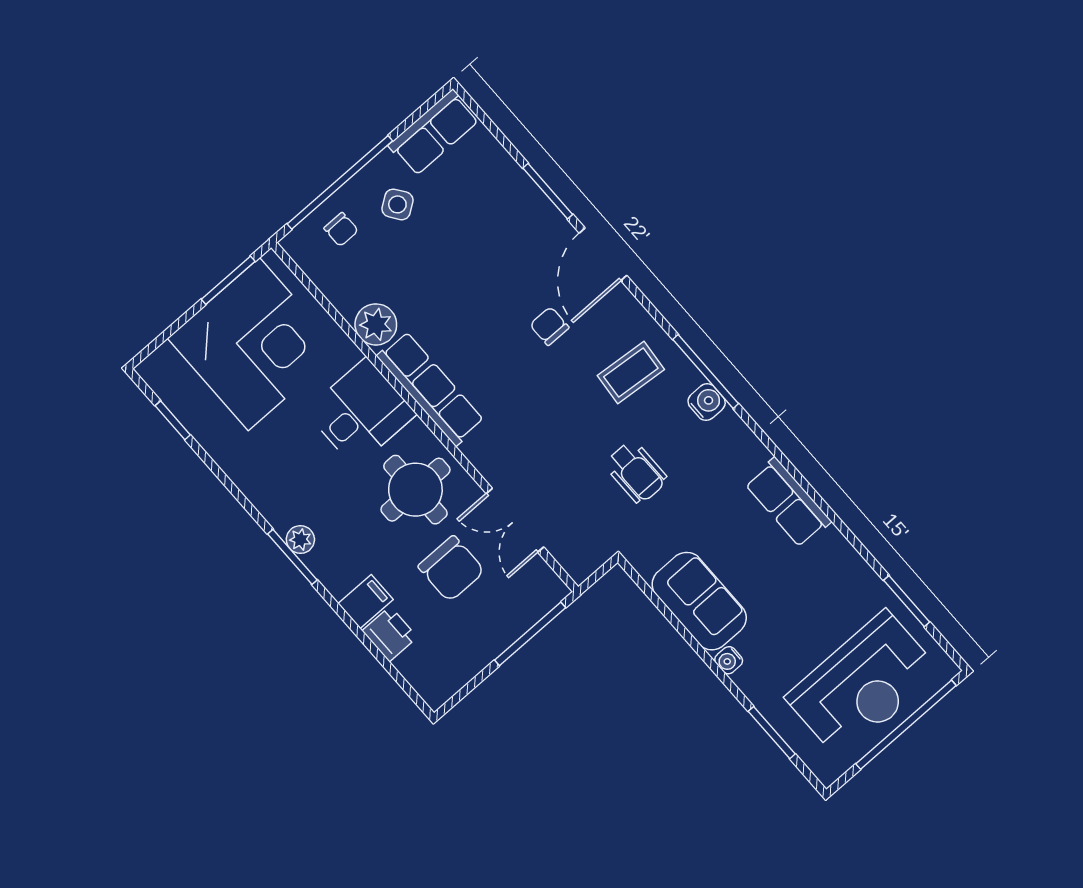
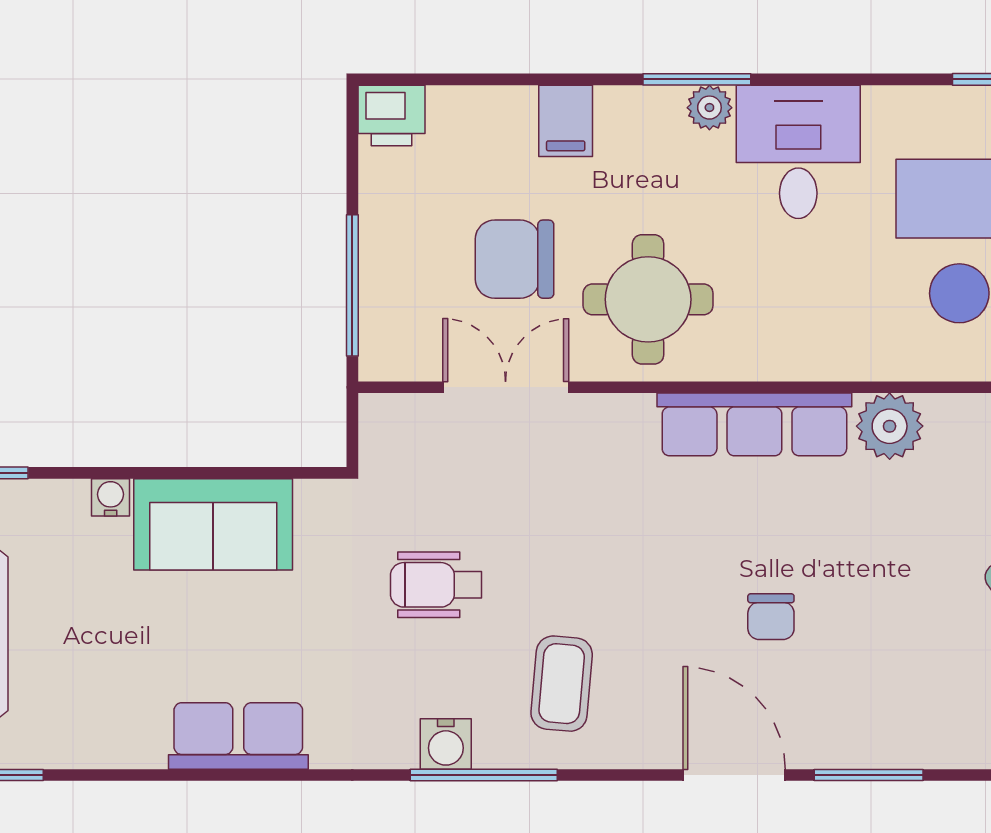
chair: (549, 326) -> (771, 617), moved, turned 90
desk: (361, 412) -> (798, 152), moved, turned 180
printer: (390, 634) -> (391, 115), moved

